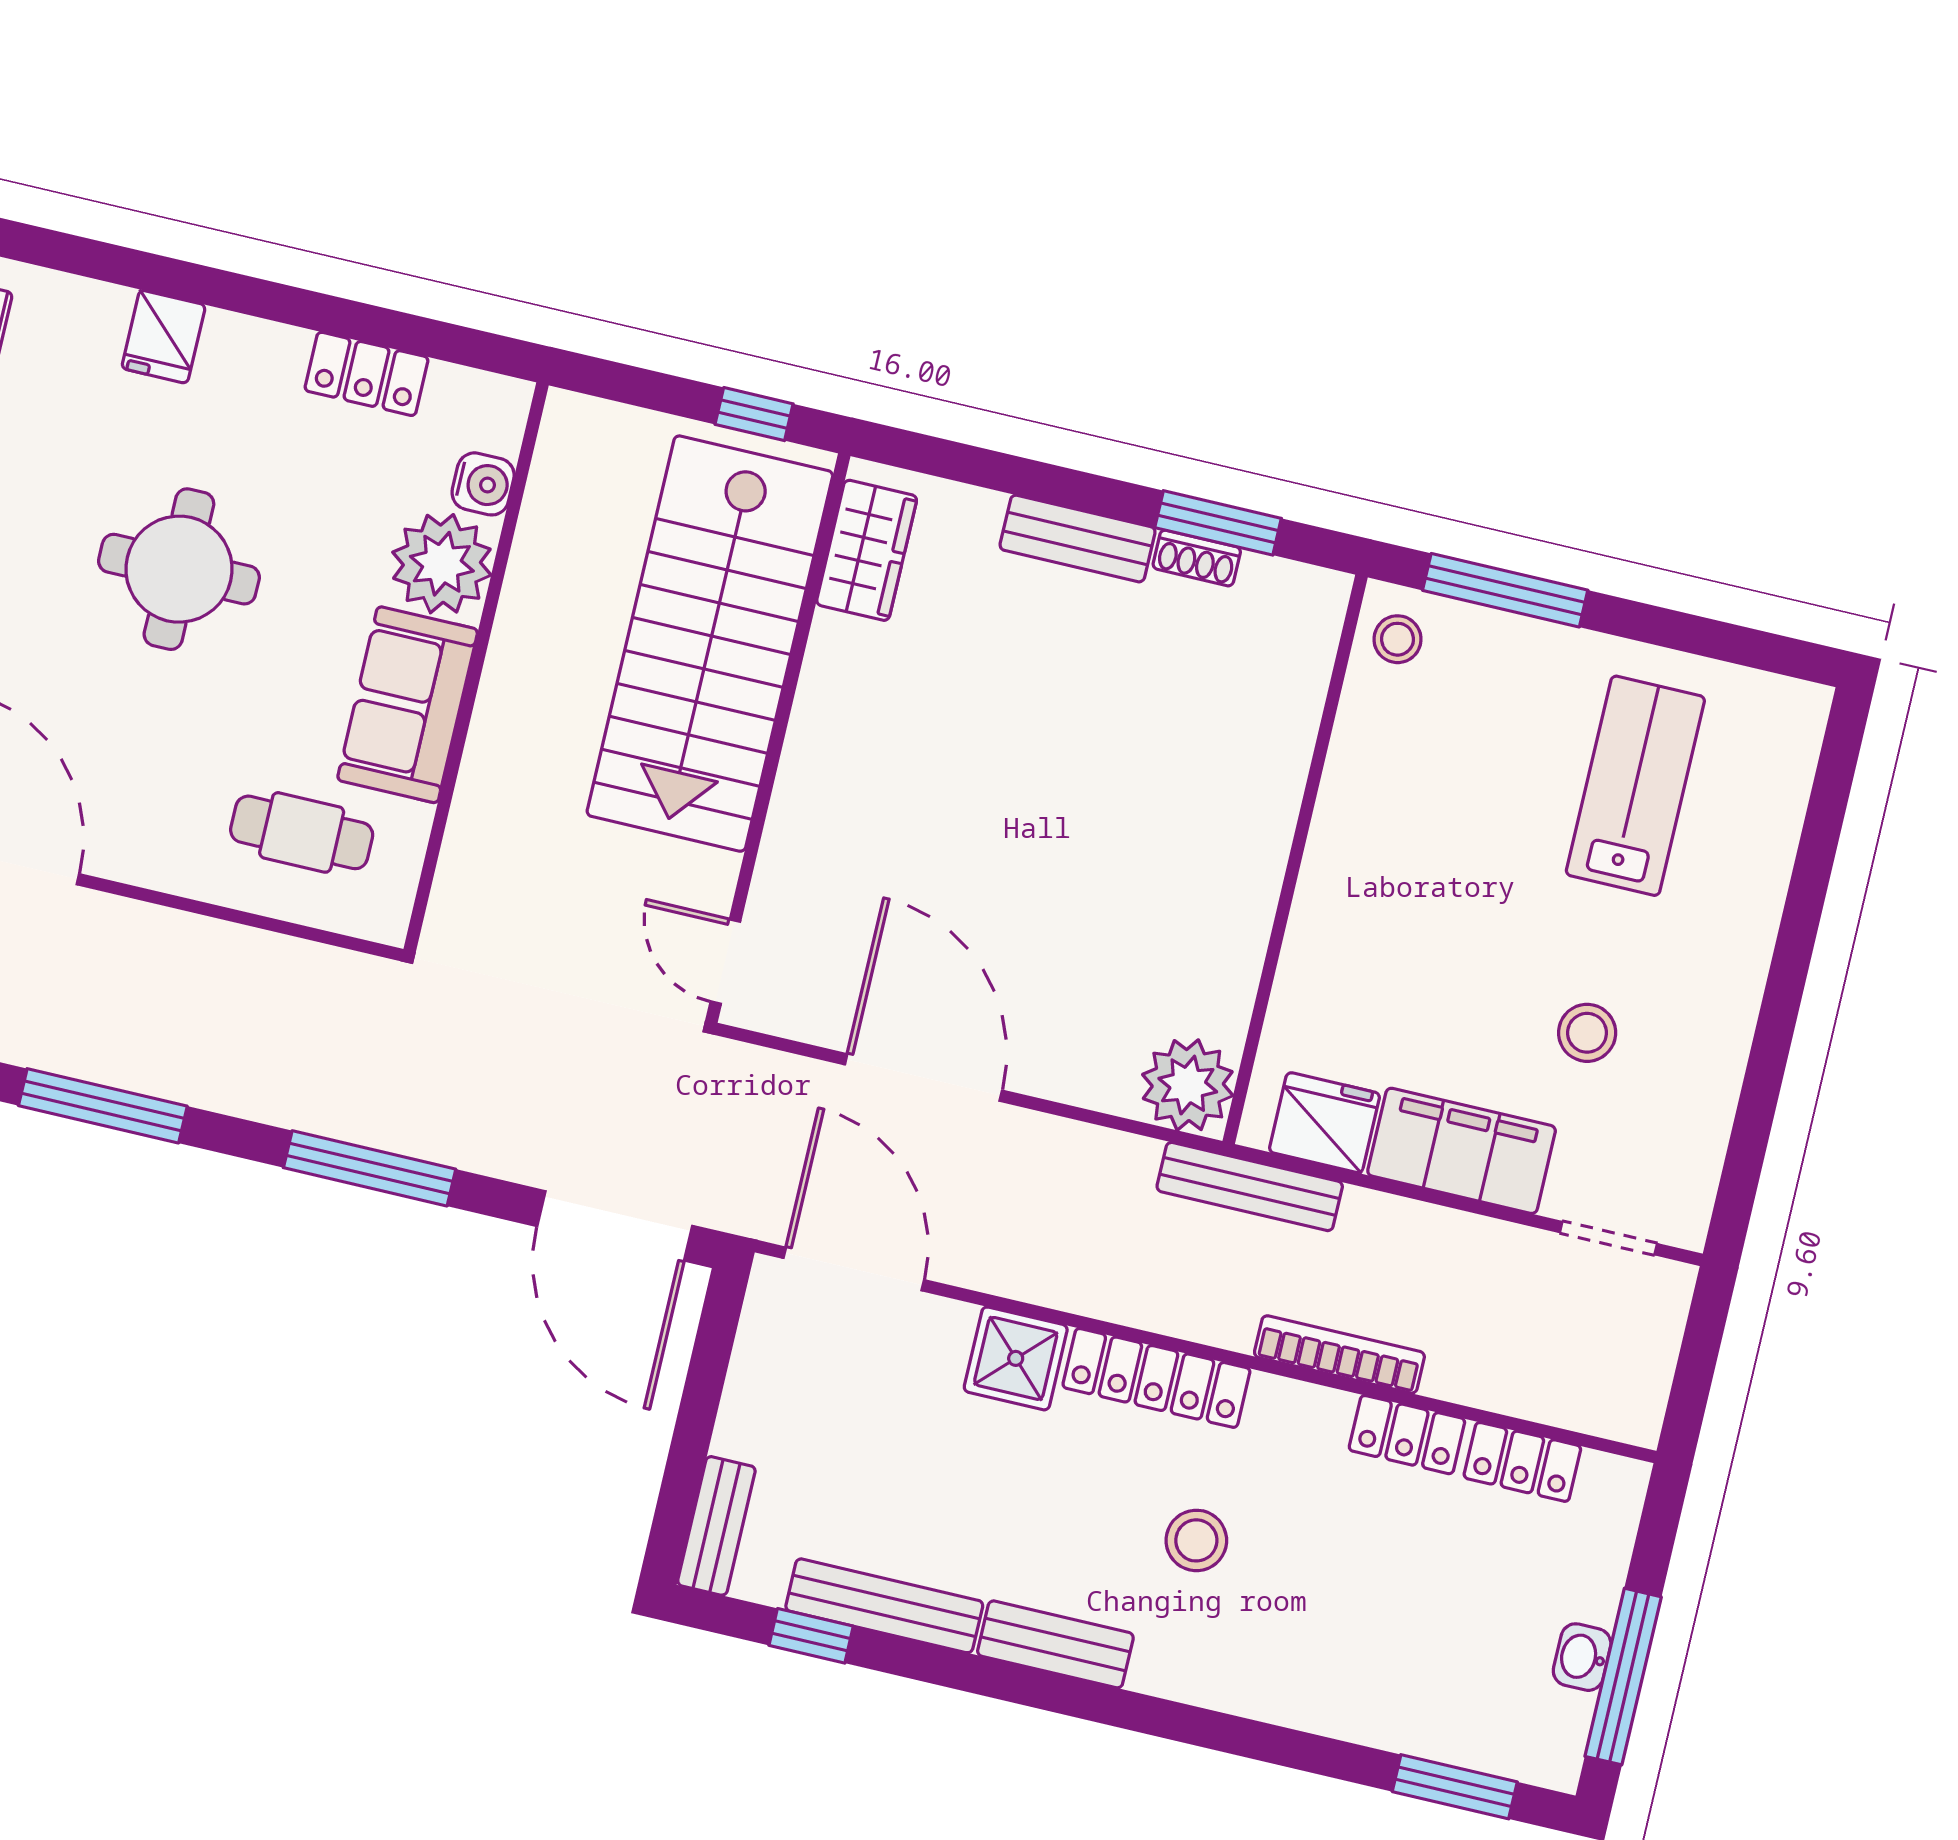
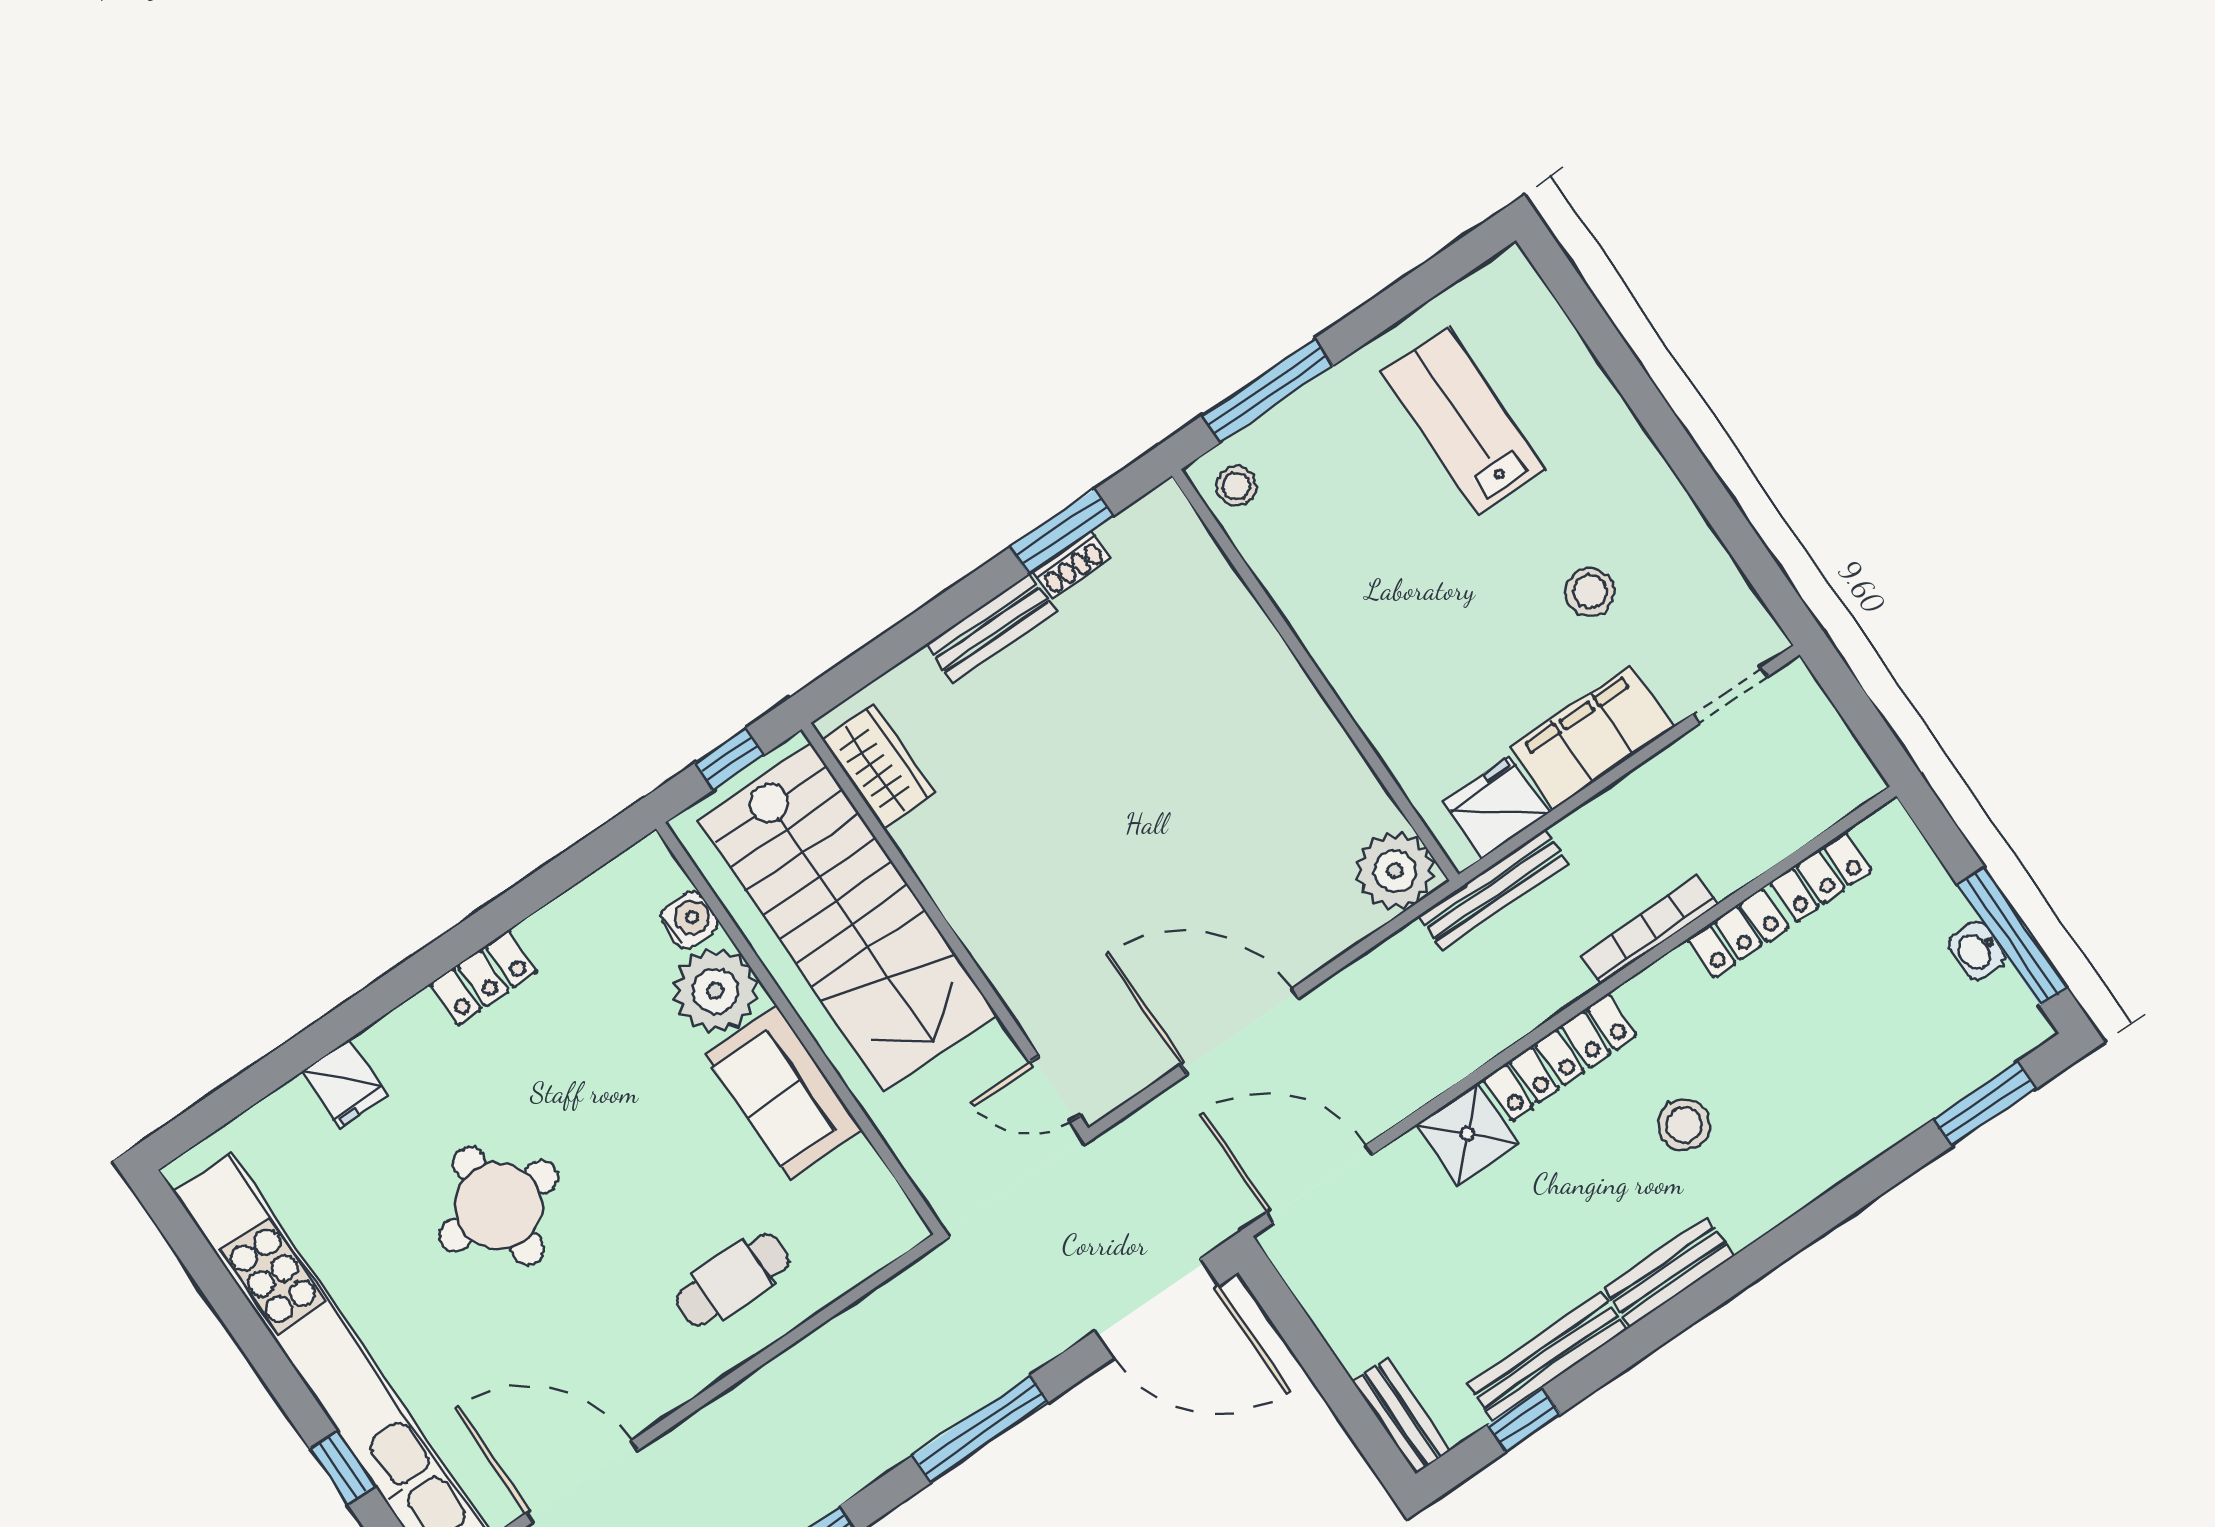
water cooler: (483, 484) -> (689, 920), moved
plant: (442, 564) -> (715, 991), moved
wall: (476, 667) -> (799, 1028), moved
sofa: (408, 705) -> (784, 1092), moved

